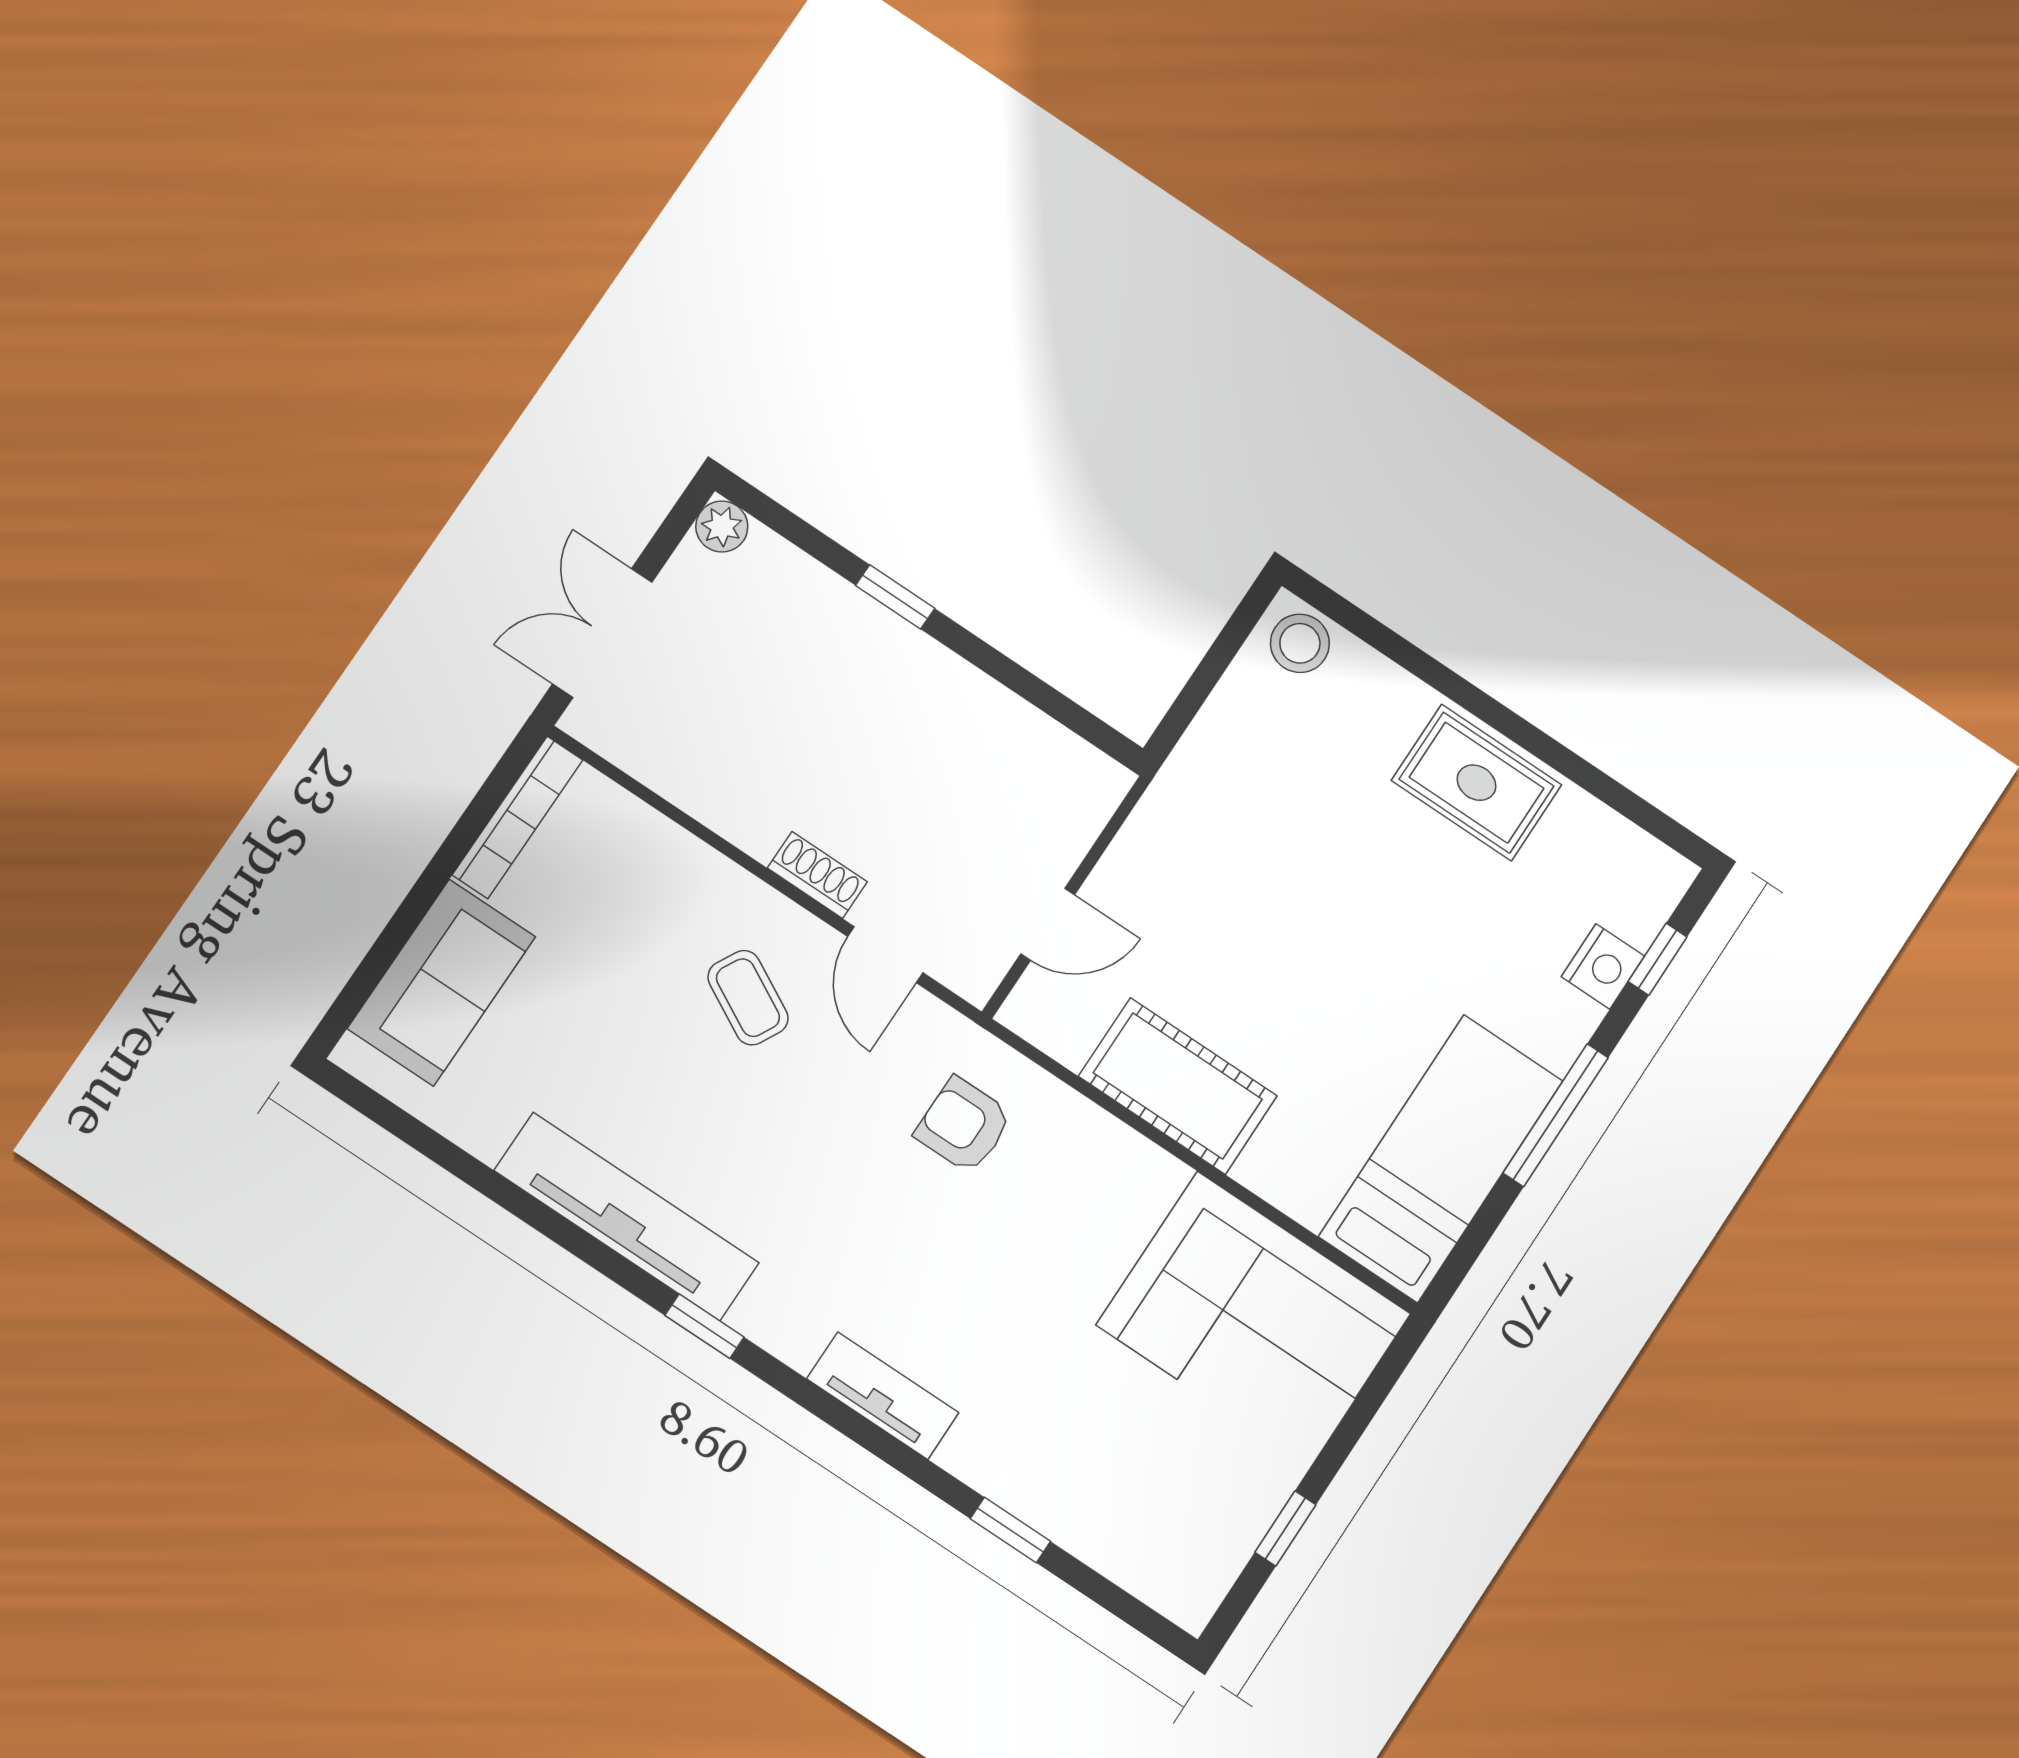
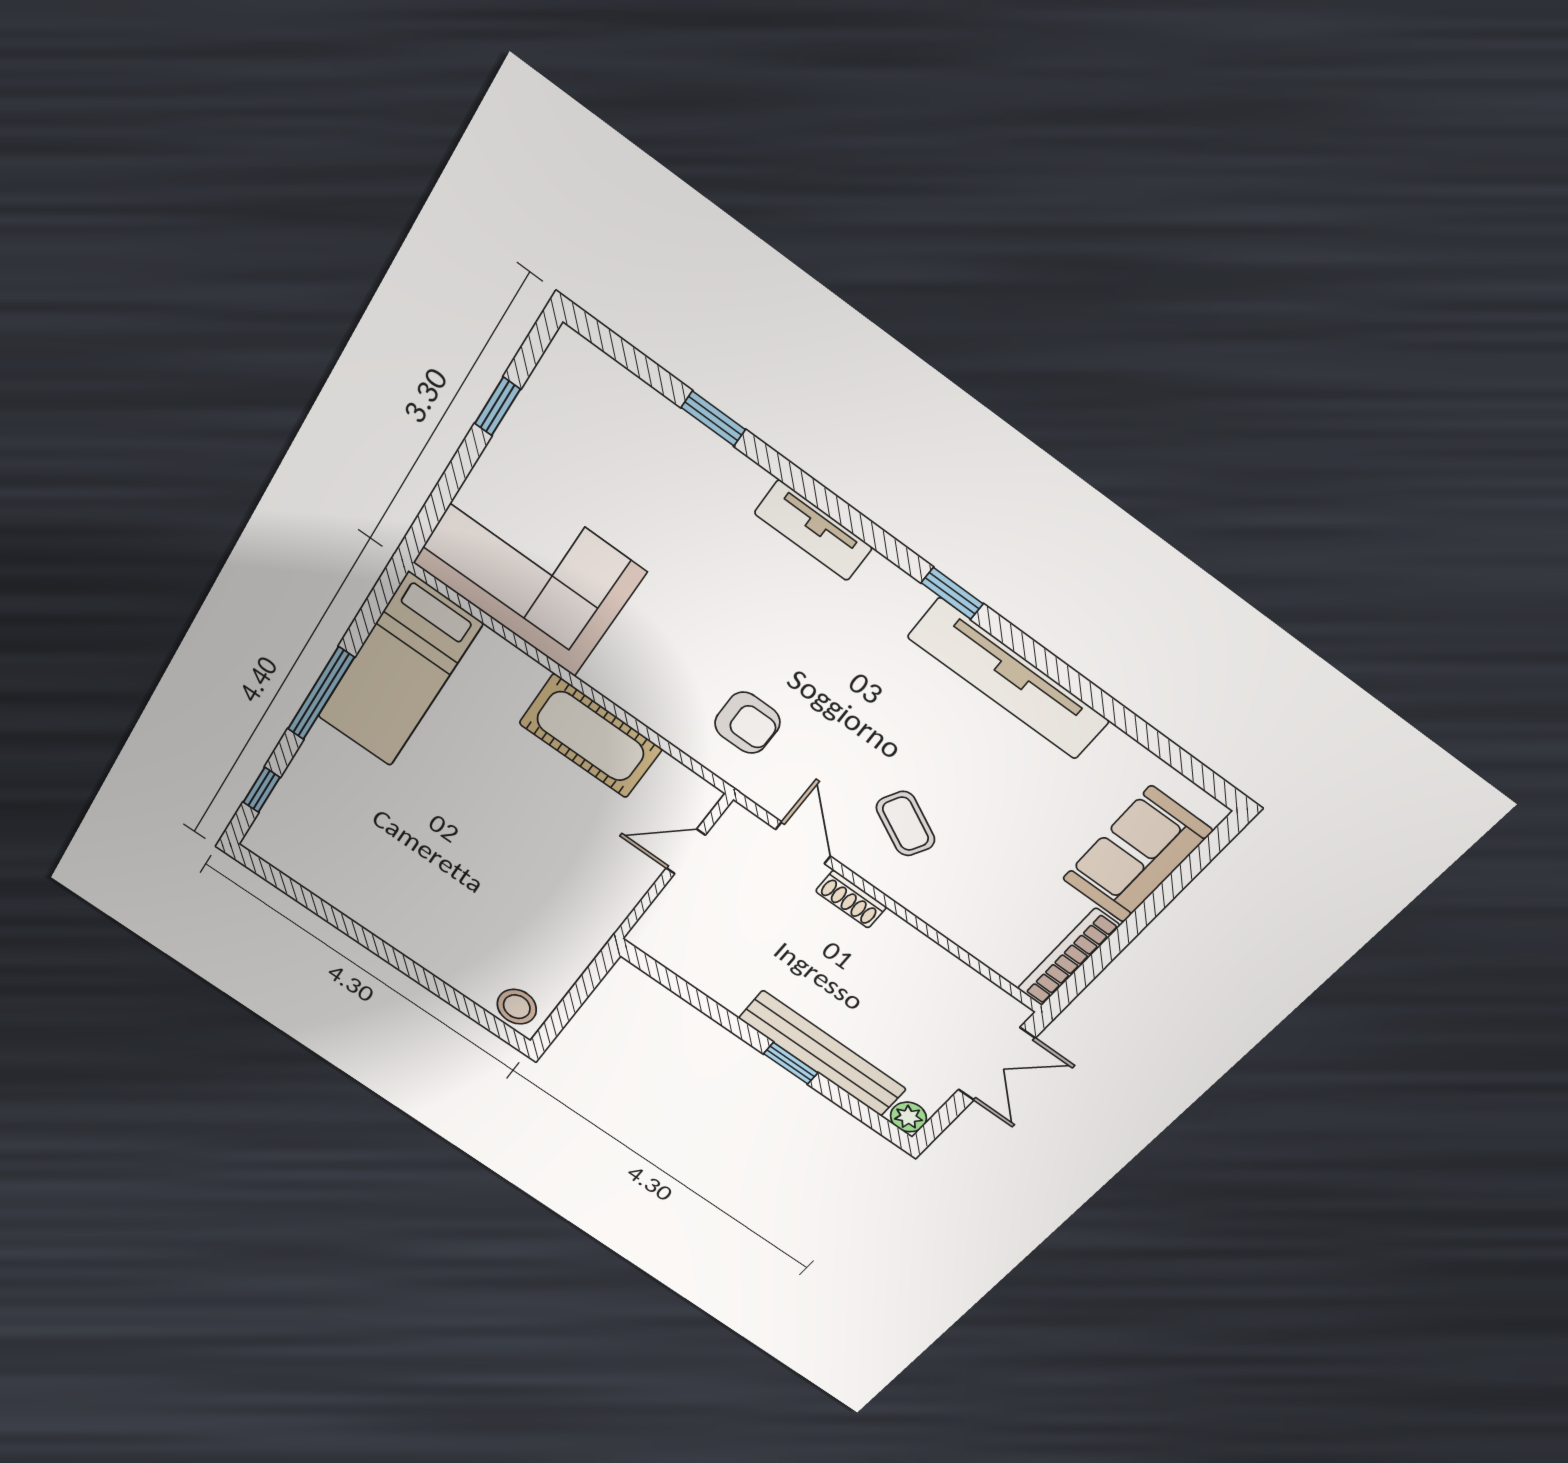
bench: (850, 619) -> (822, 1054), added
rug: (1476, 783) -> (394, 911), removed
nightstand: (1603, 966) -> (298, 789), removed

